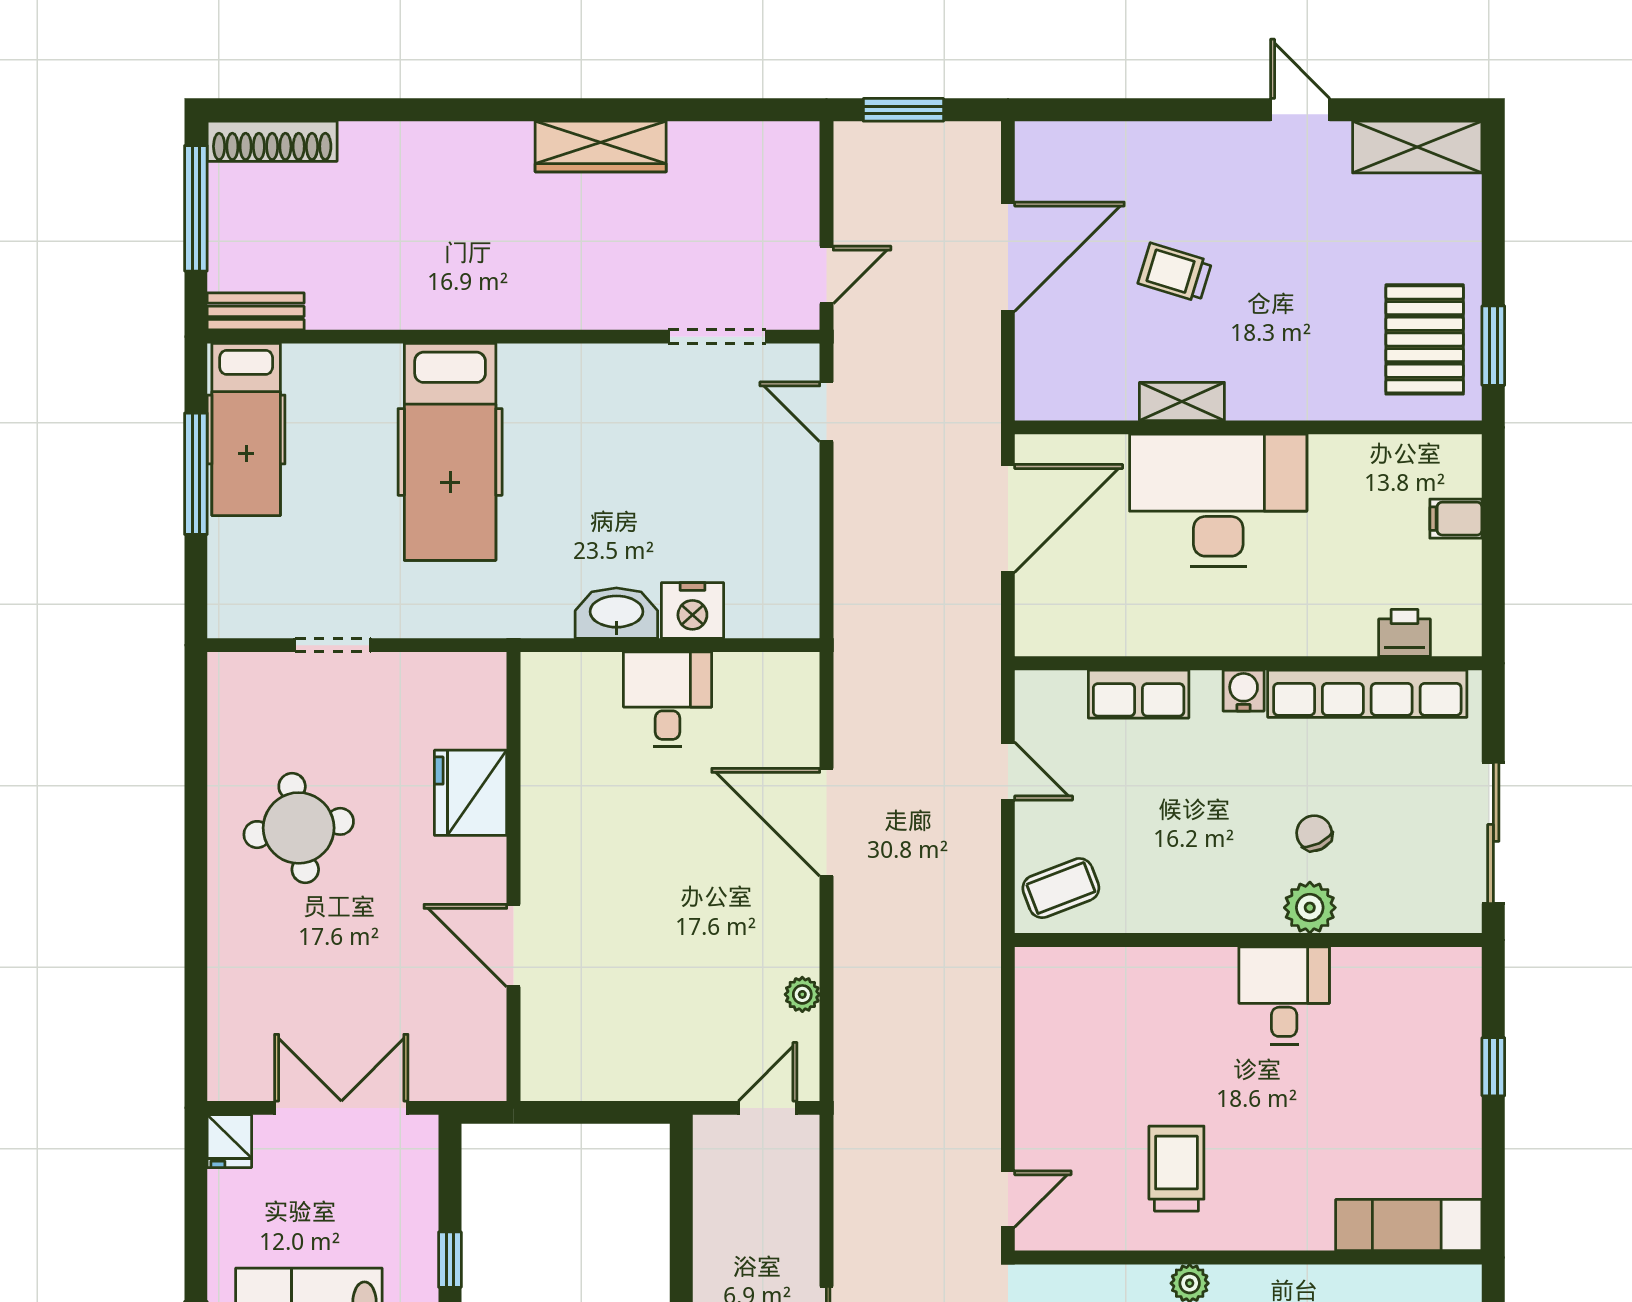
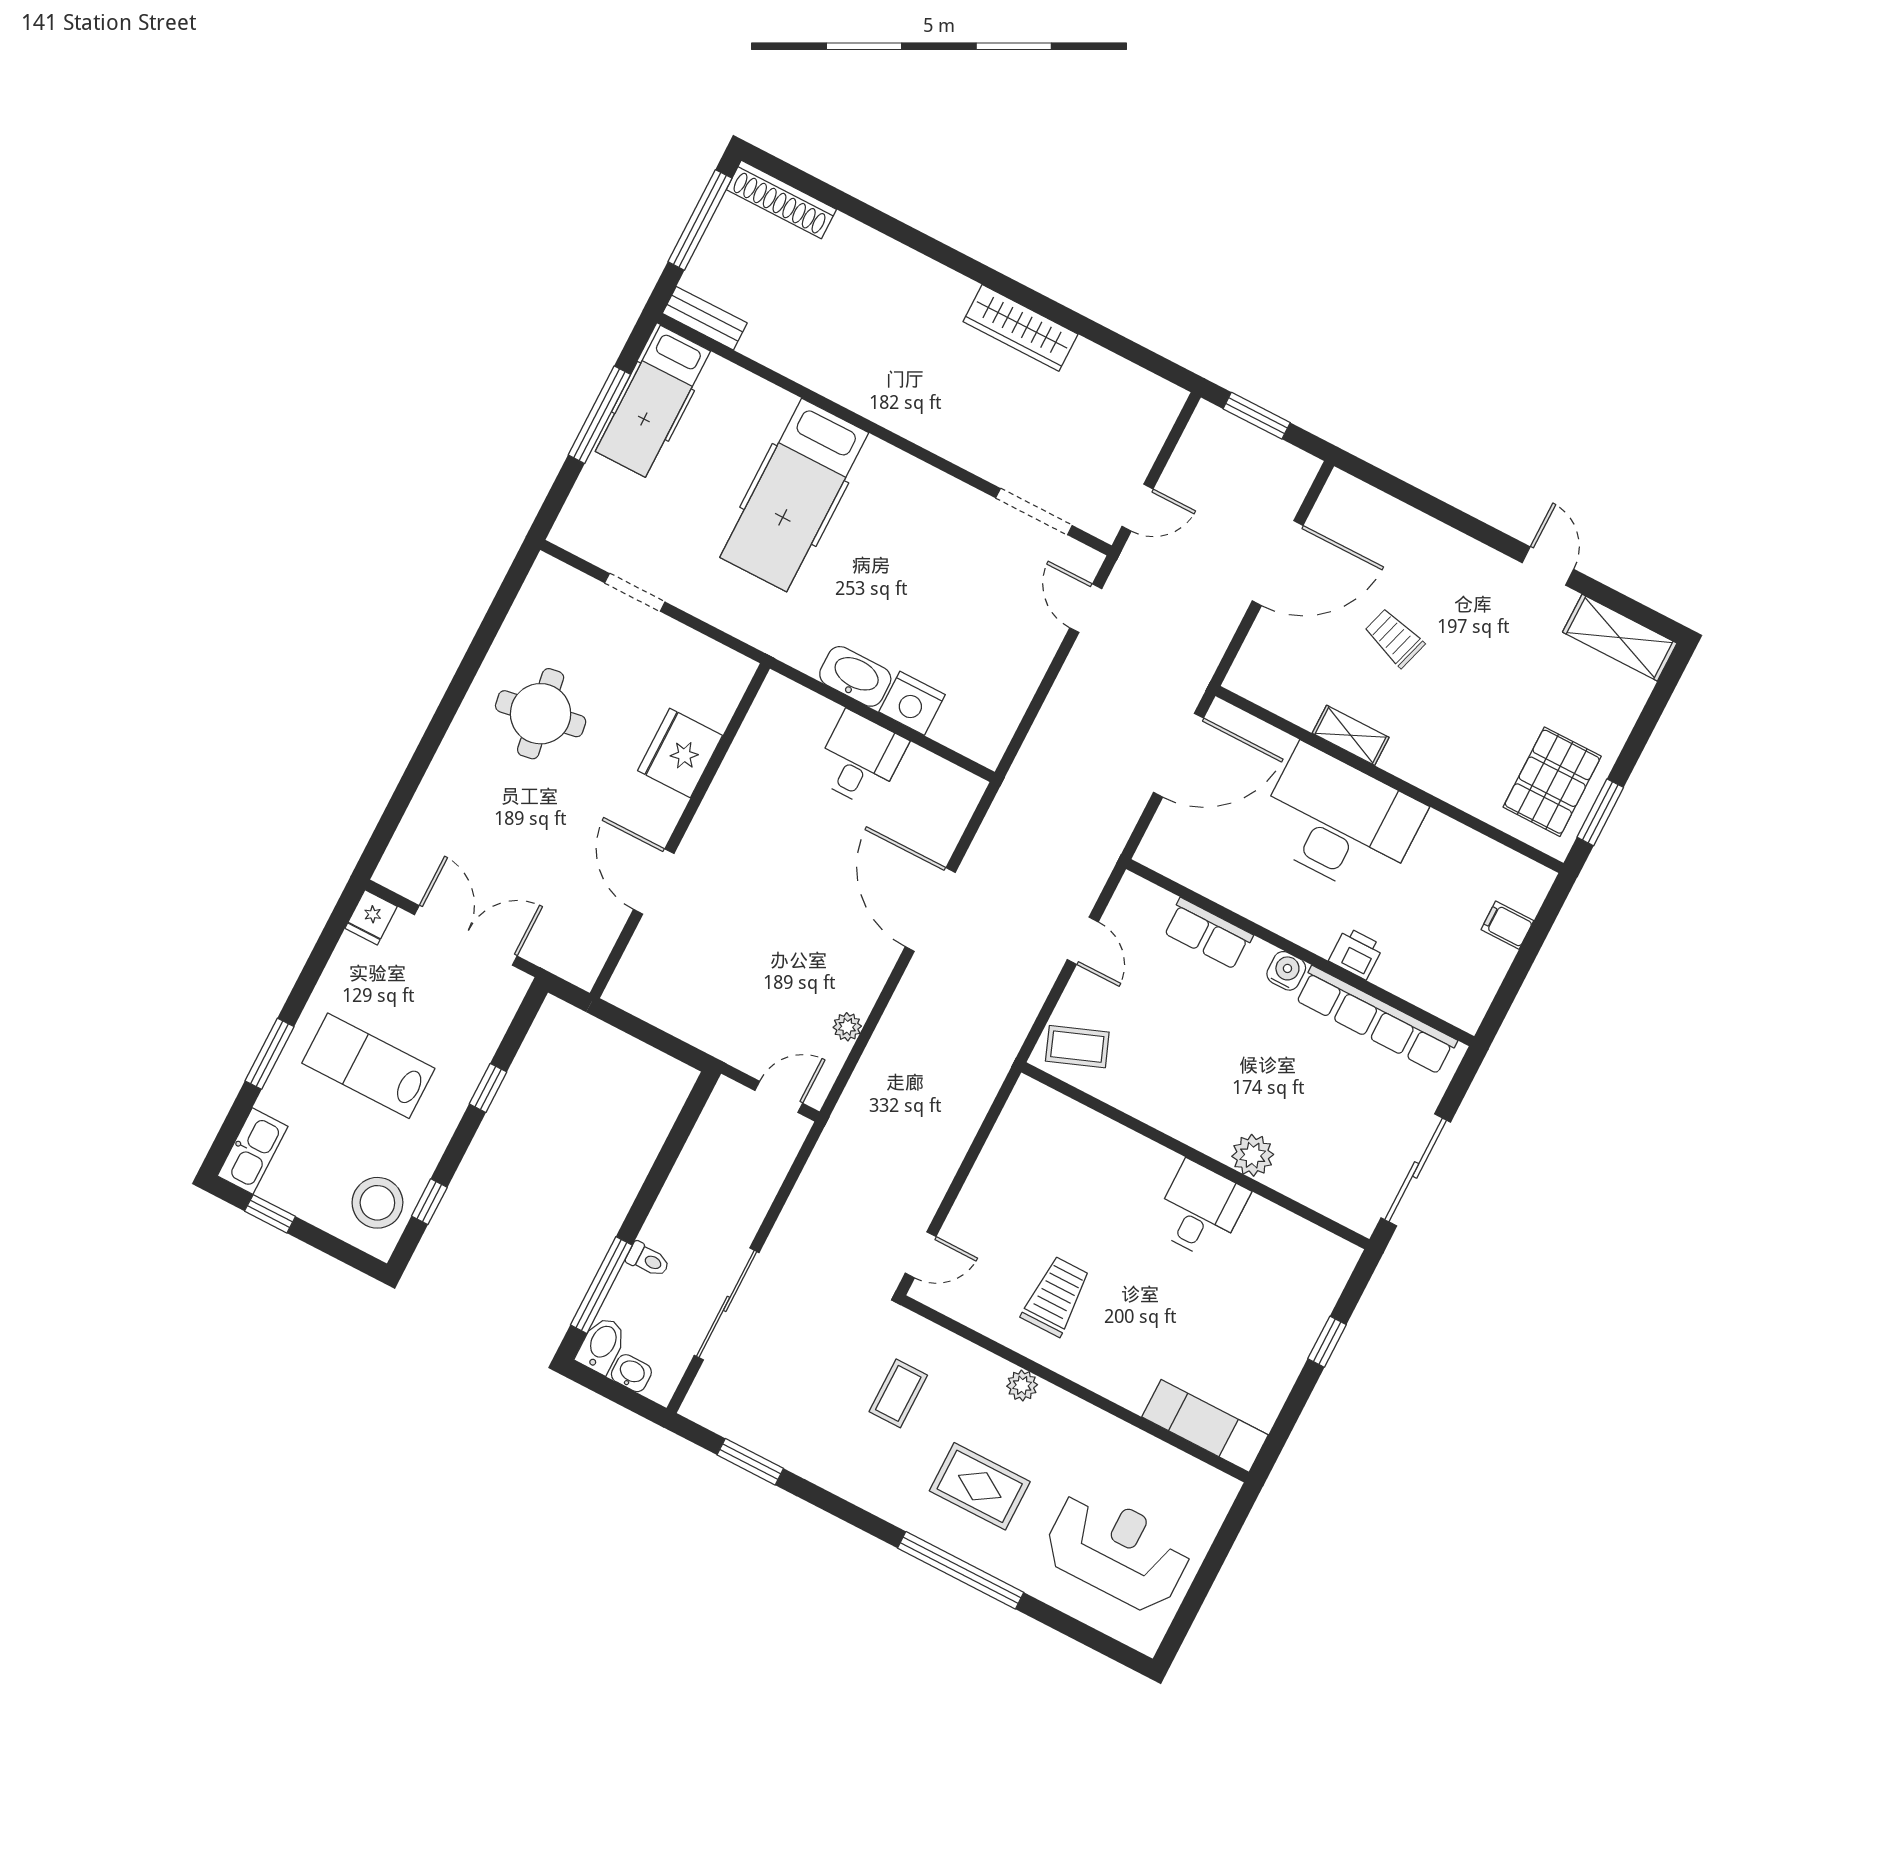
printer: (1405, 633) -> (1356, 953), moved
chair: (1314, 833) -> (1284, 1102), removed

